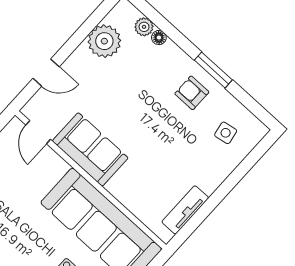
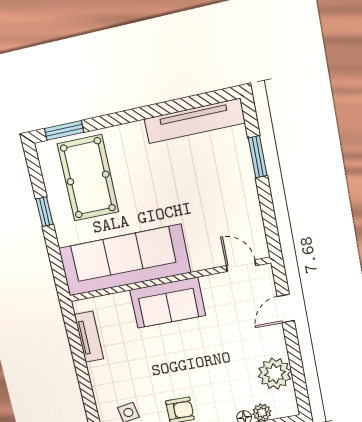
sofa: (90, 149) -> (168, 303), moved

